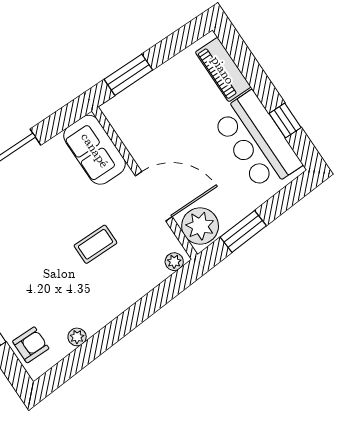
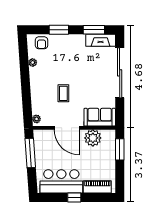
window: (285, 120) -> (74, 197), moved
door: (154, 196) -> (67, 128), hinge flipped
plant: (200, 226) -> (93, 138), moved
window: (243, 231) -> (30, 153), width x1.44

